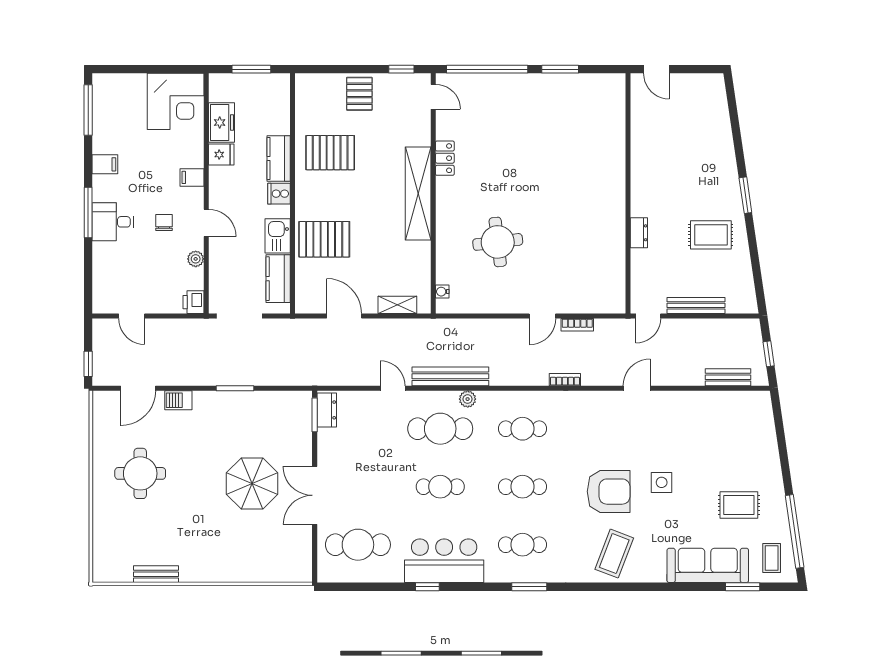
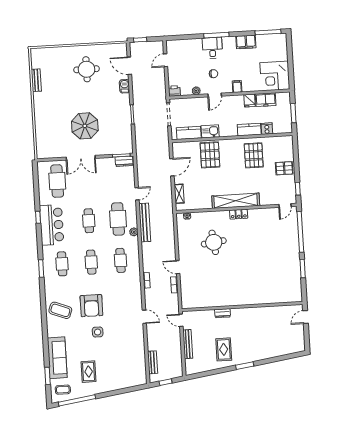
locker: (445, 158) -> (239, 214), moved
filing cabinet: (105, 164) -> (246, 42), width x2.00
cooker: (279, 194) -> (267, 129), moved
double door: (315, 495) -> (81, 158), swing flipped

